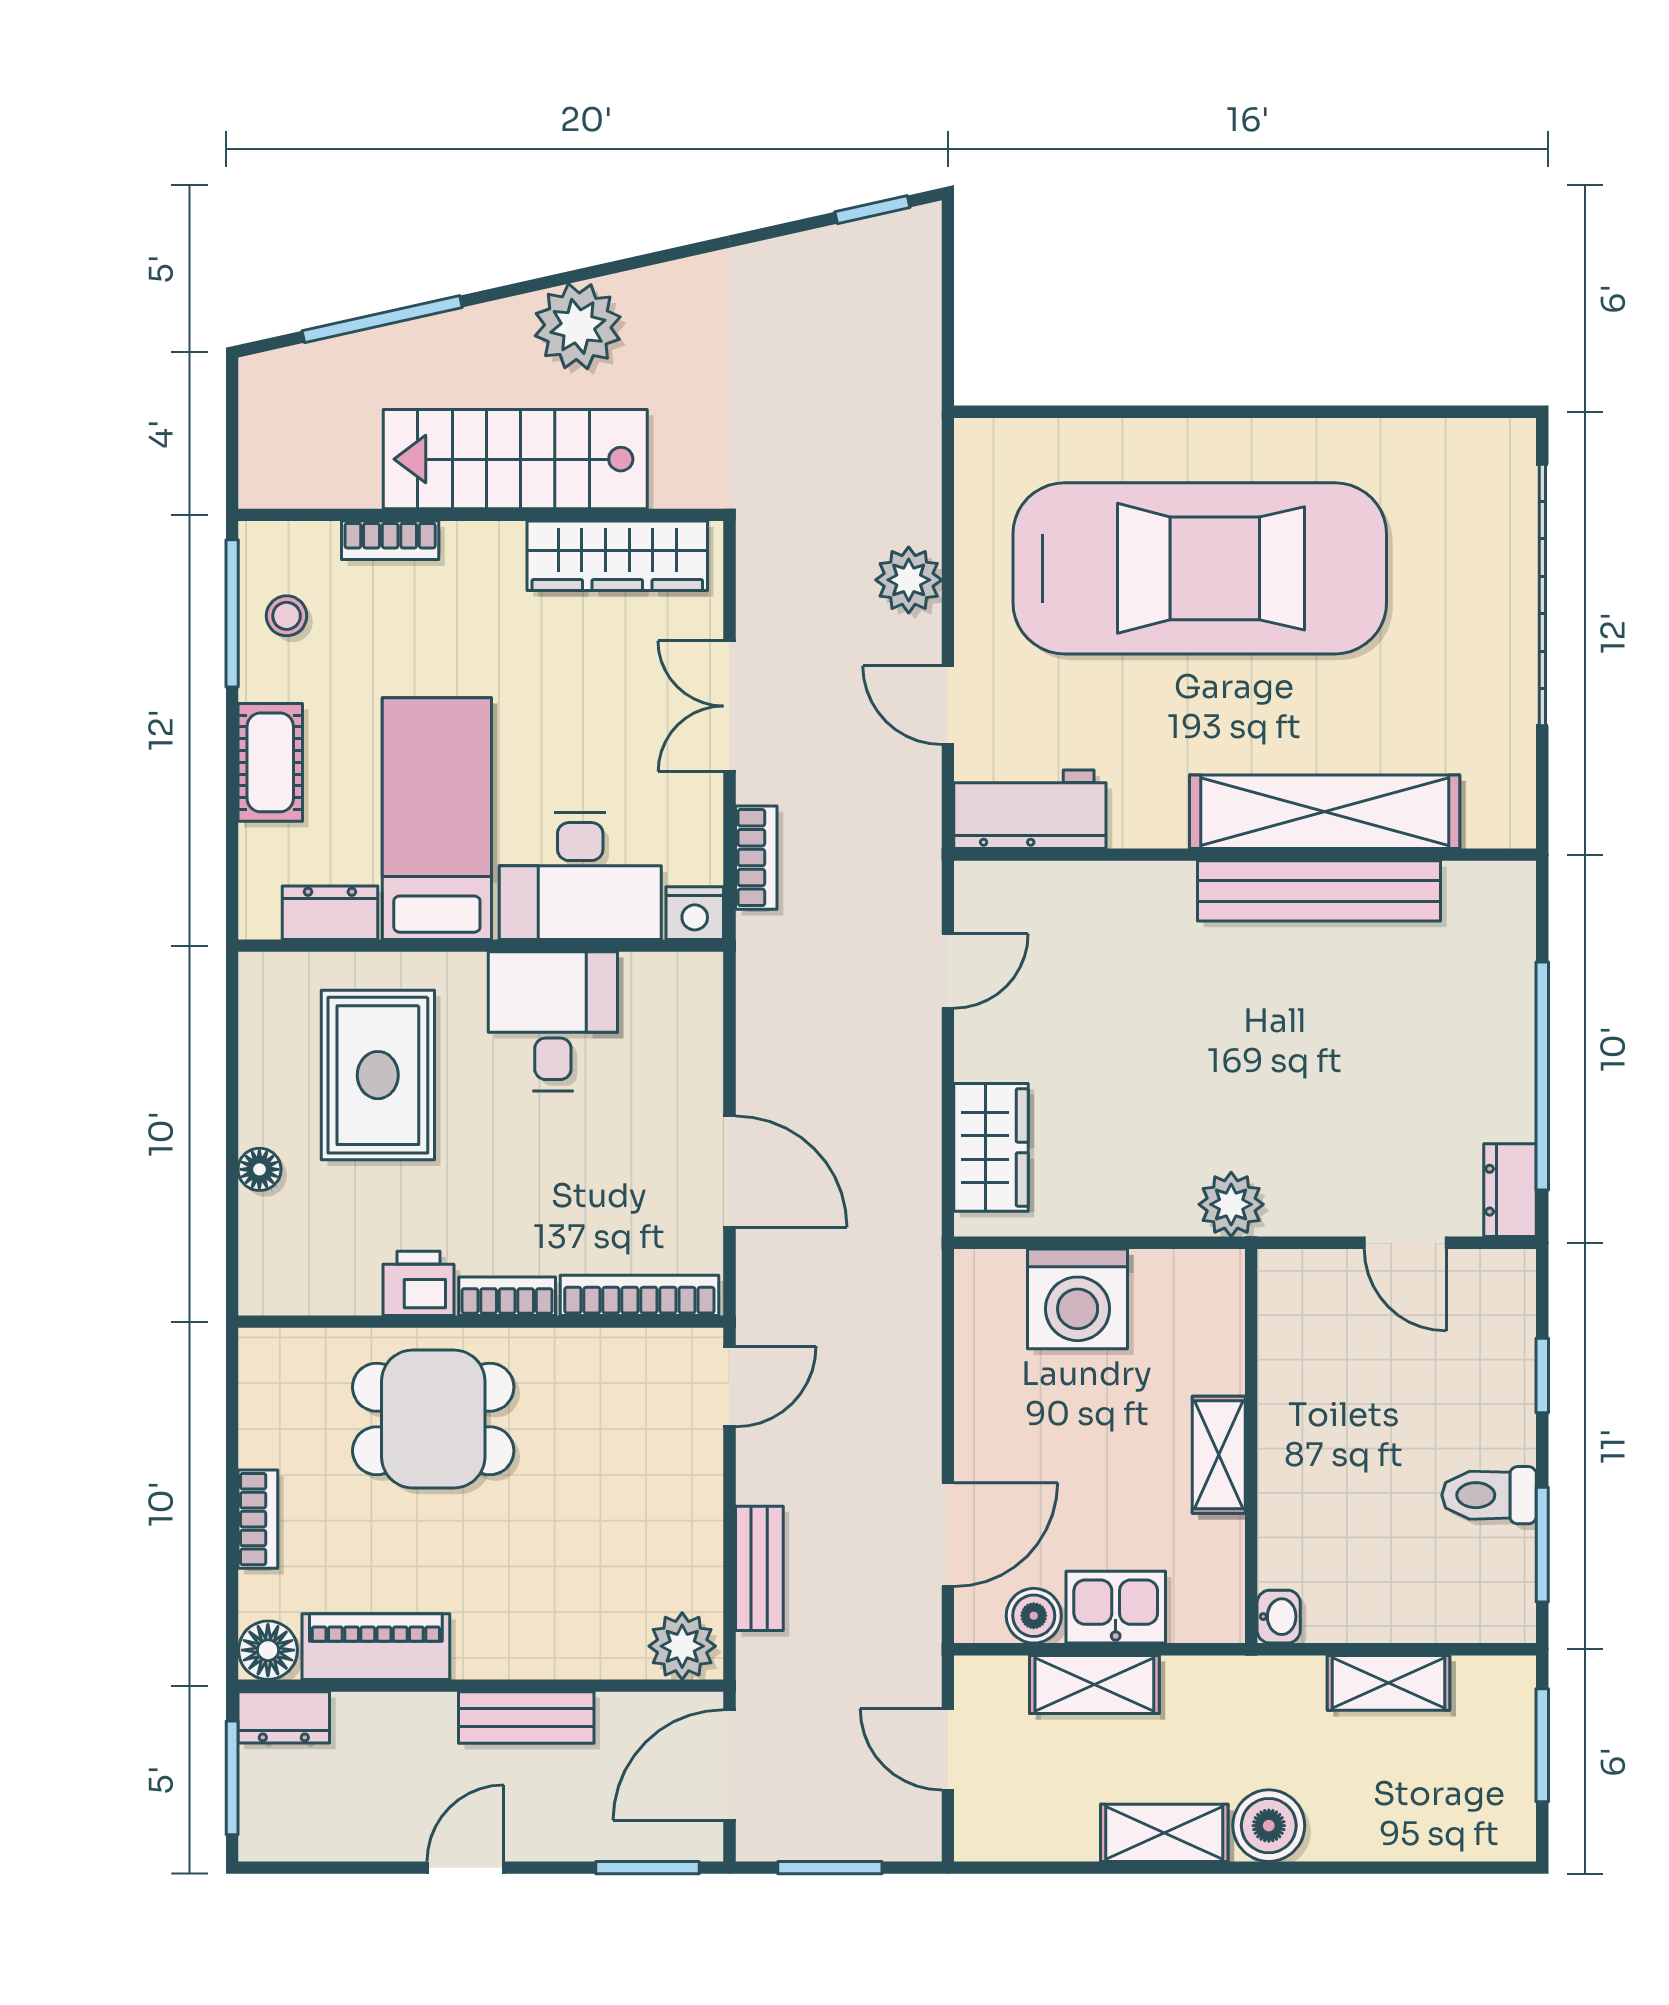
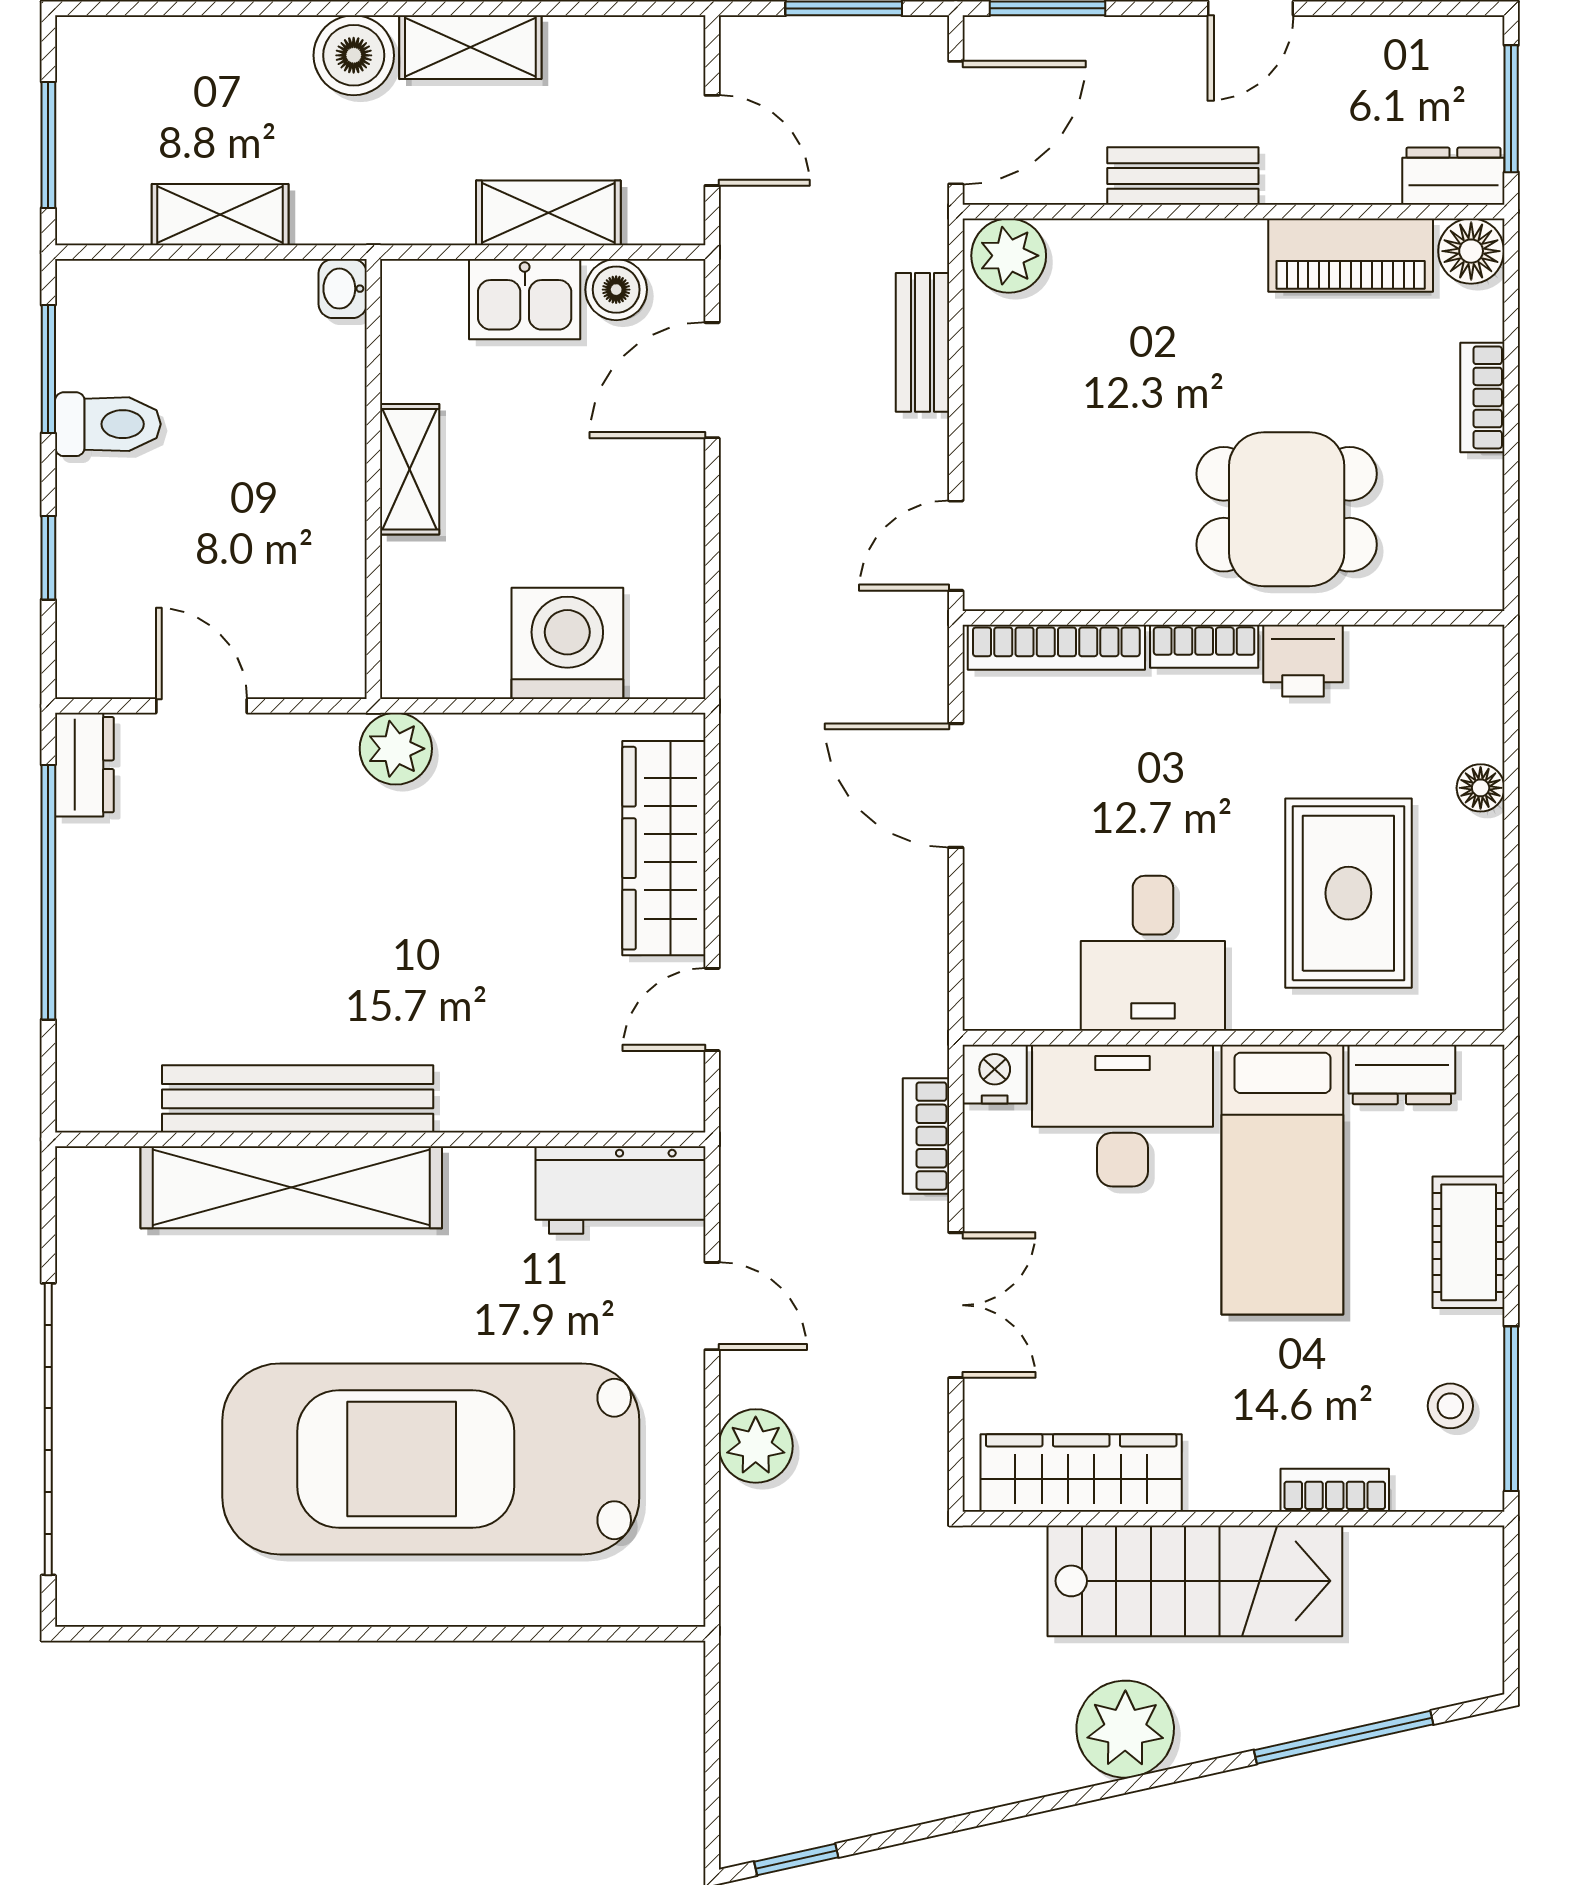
wardrobe: (991, 1147) -> (664, 848), width x1.50

